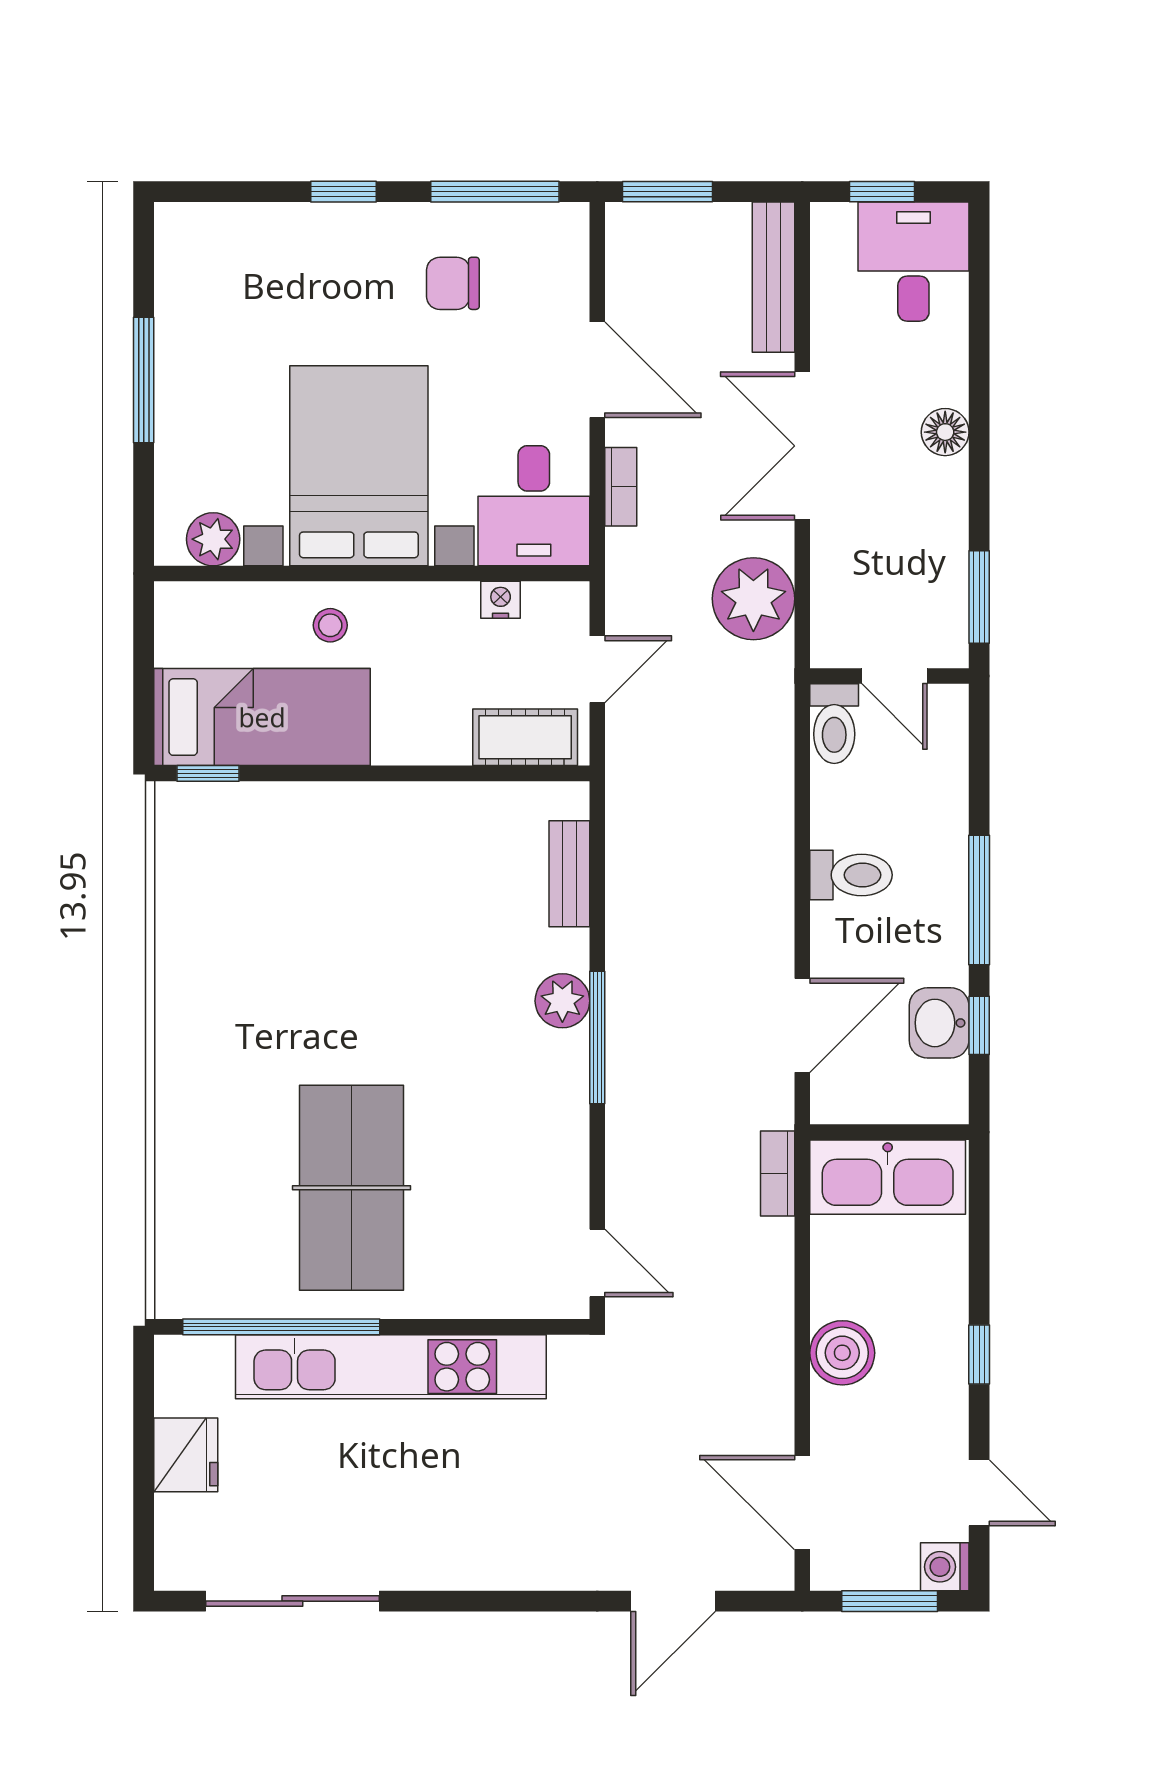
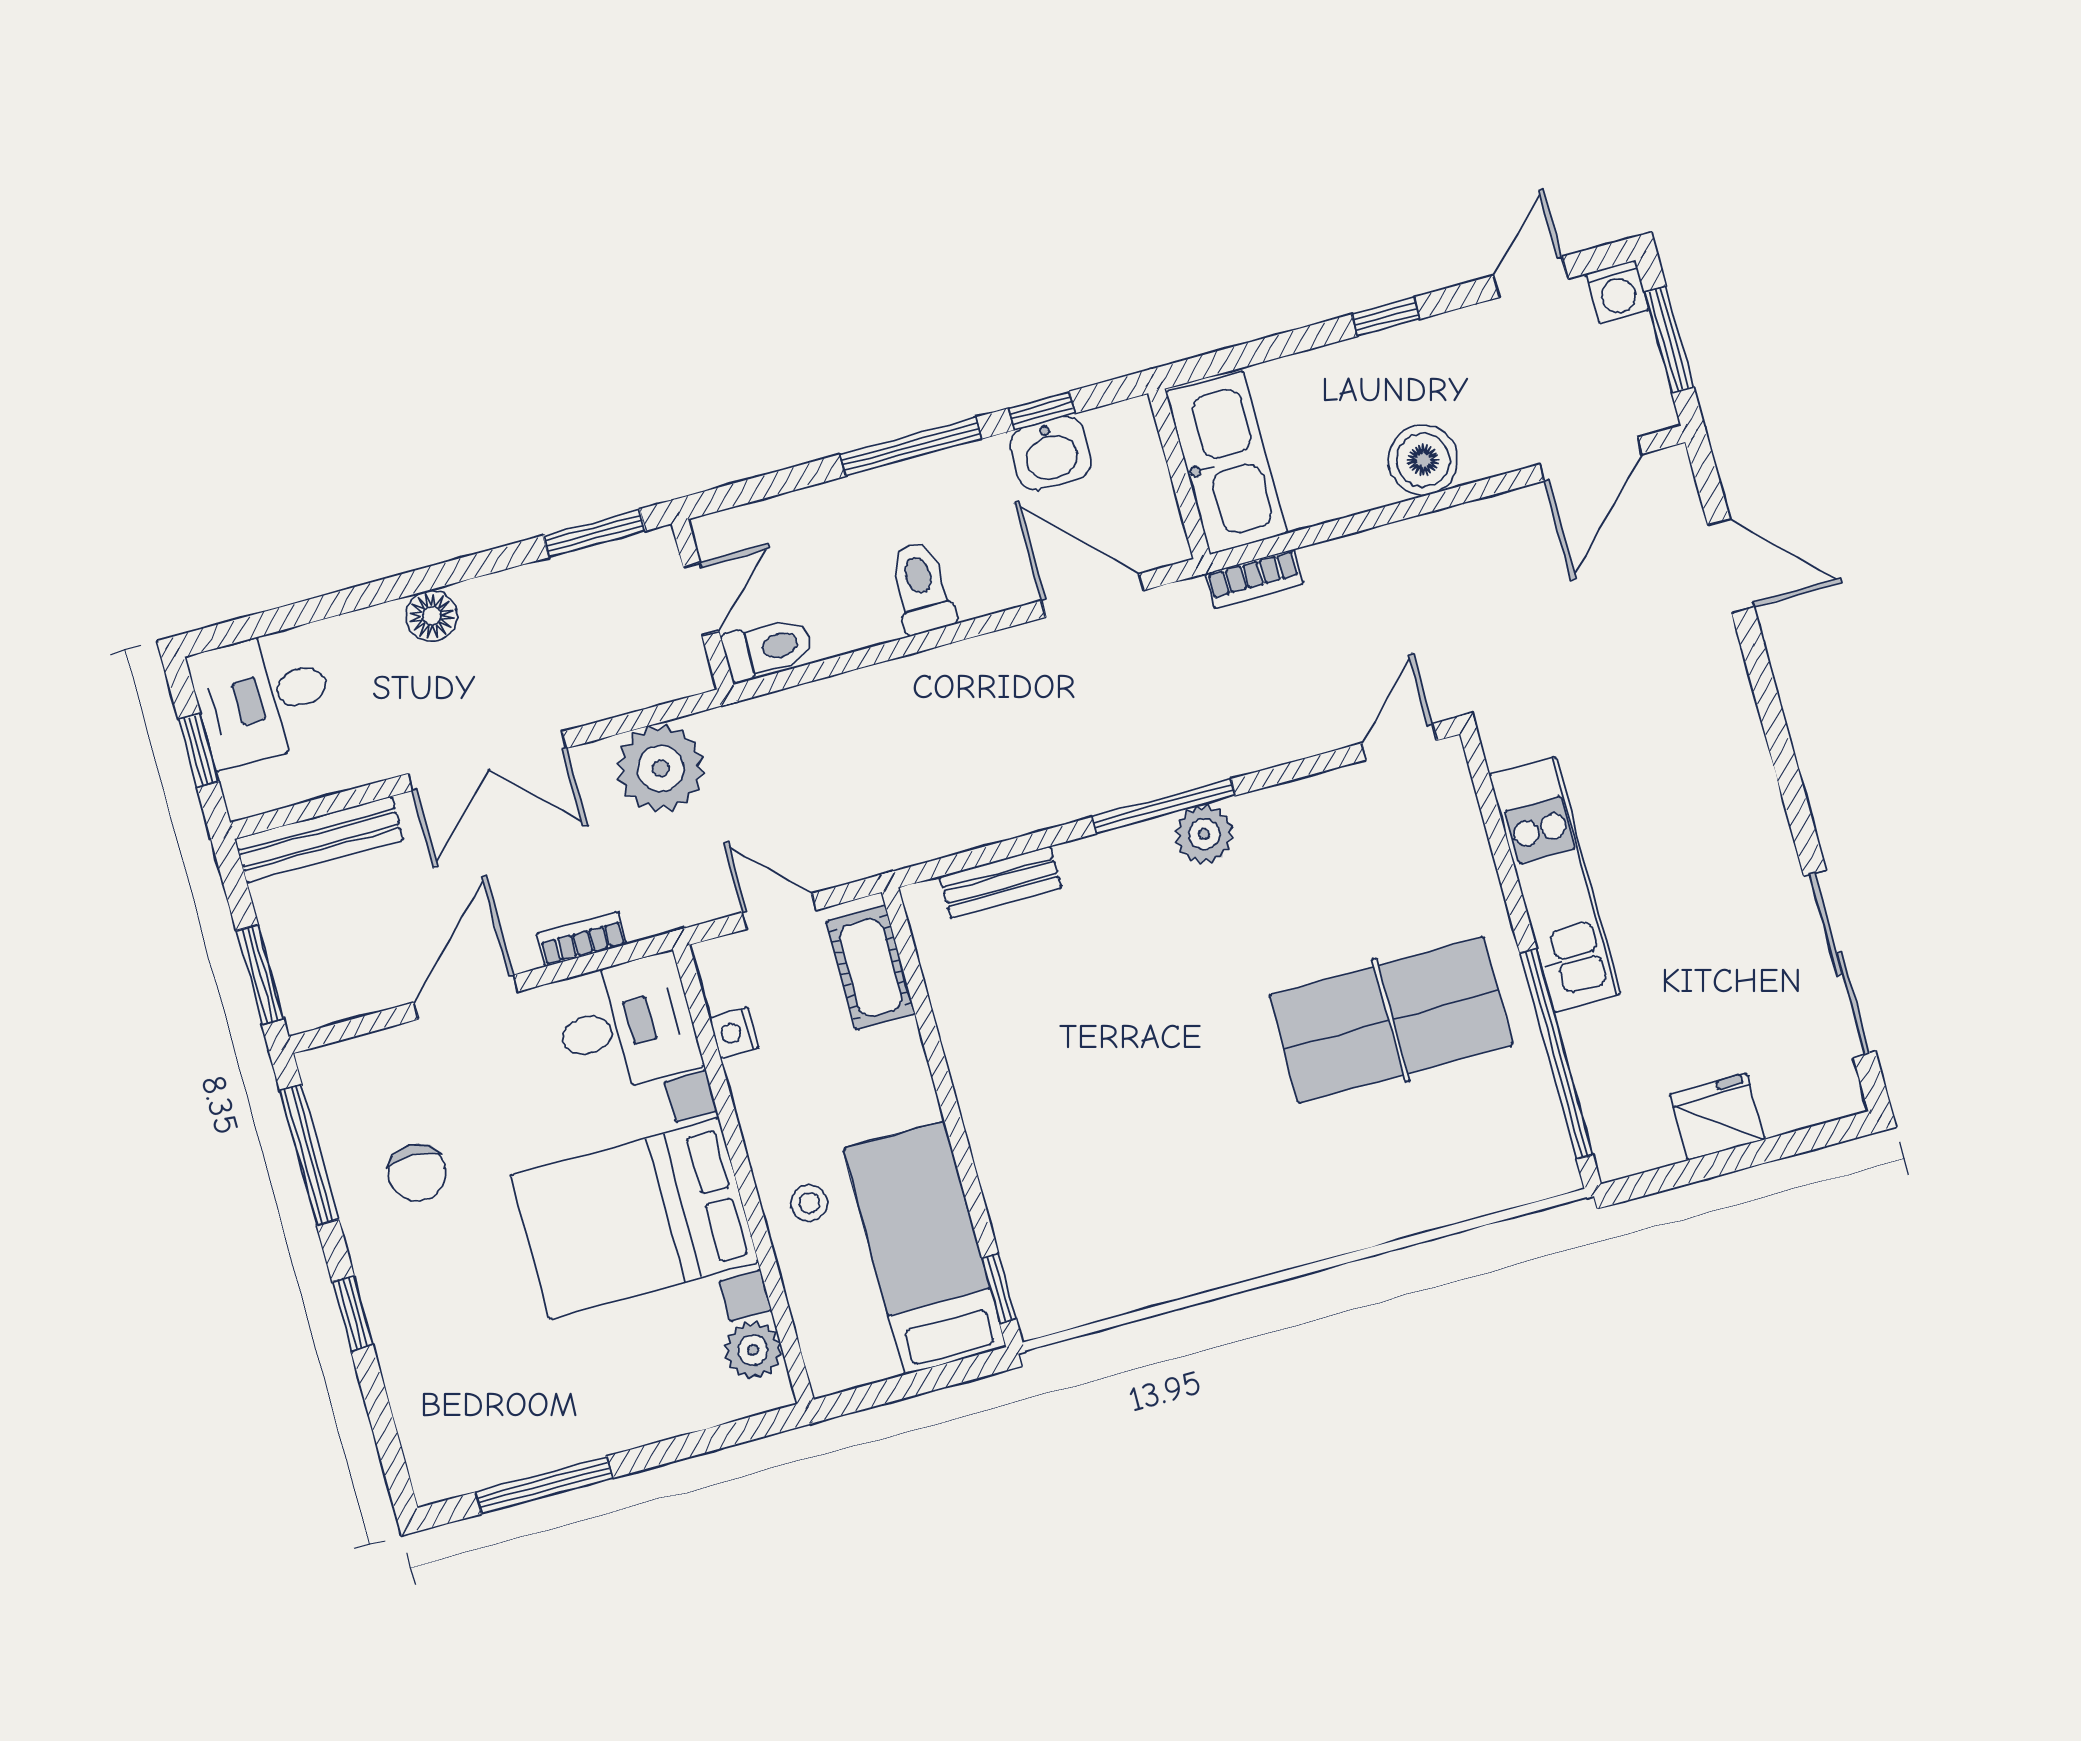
window: (144, 380) -> (544, 1485), moved
plant: (562, 1001) -> (1204, 834), moved
kitchen unit: (391, 1367) -> (1555, 885), width x0.73

